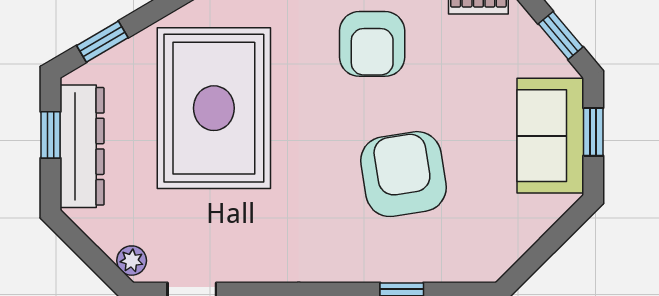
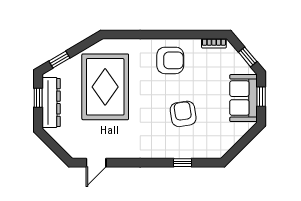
armchair: (372, 44) -> (170, 60), turned -90
armchair: (403, 174) -> (183, 114), width x0.73, depth x0.73
plant: (132, 261) -> (71, 149), removed

